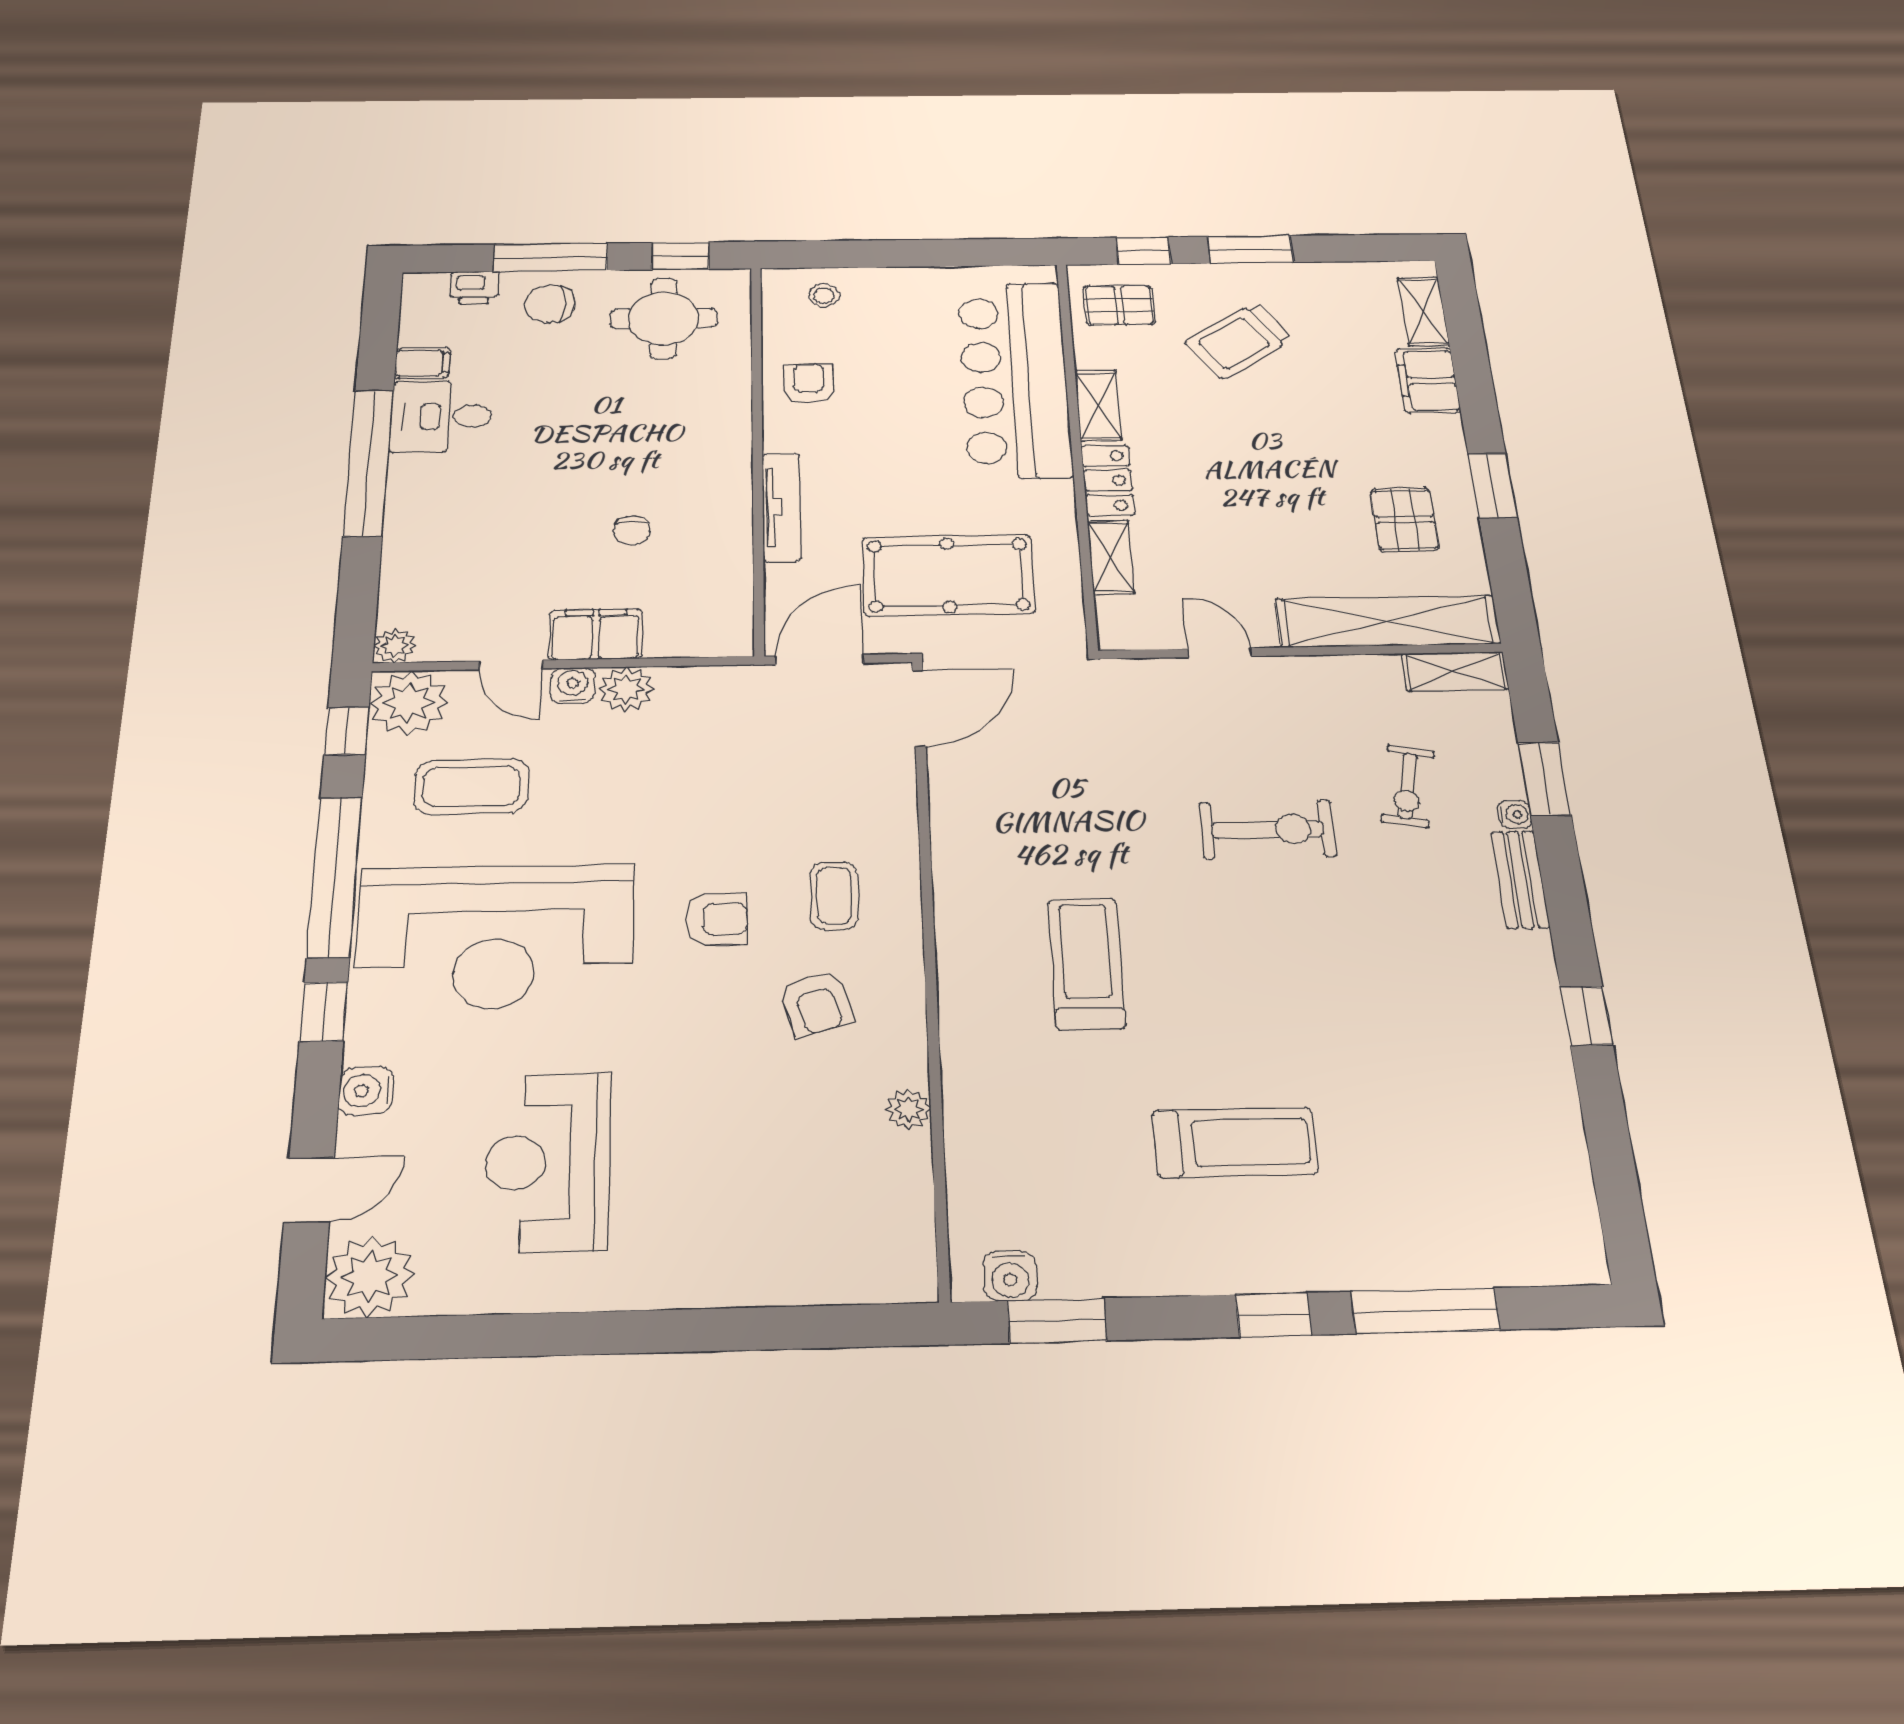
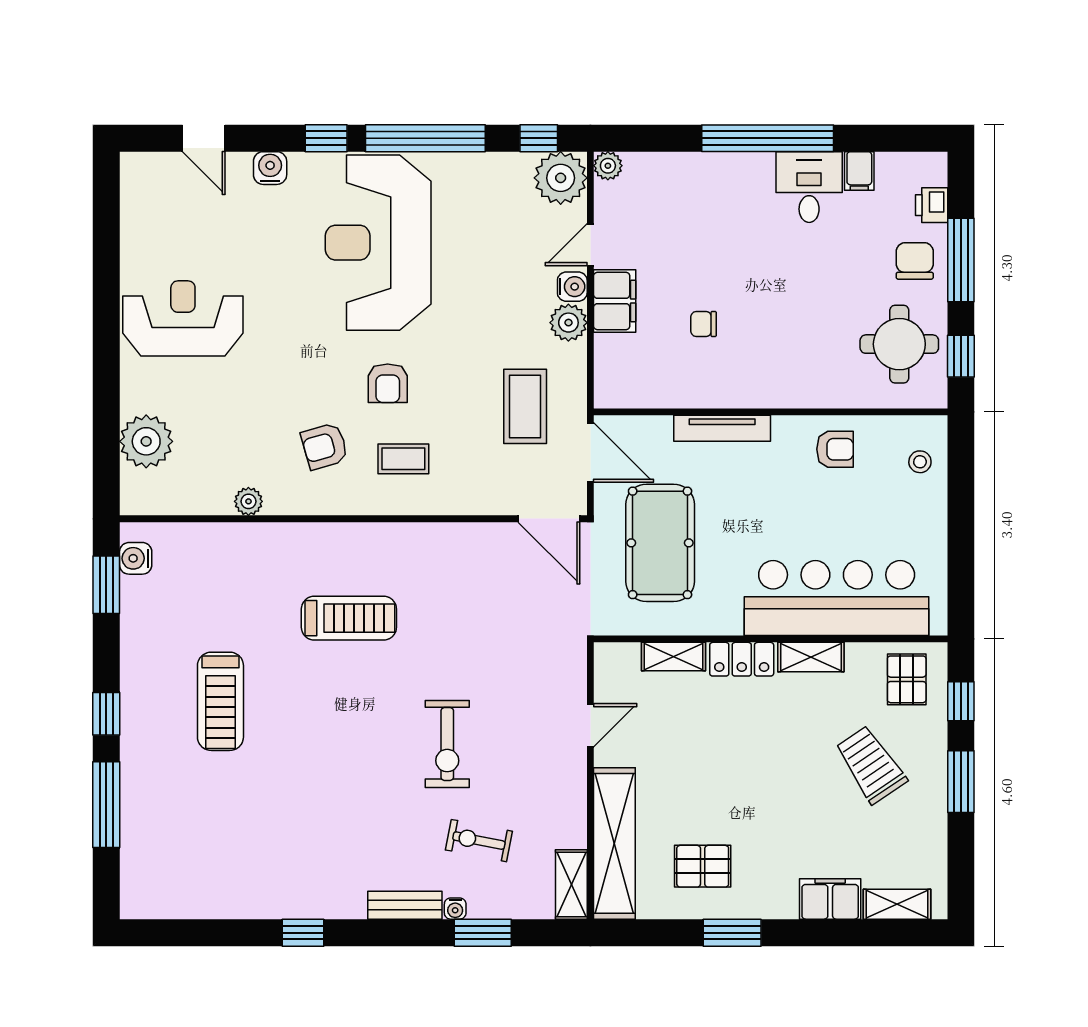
coffee table: (471, 786) -> (525, 406), moved
reception desk: (548, 1162) -> (183, 318), moved
plant: (370, 1276) -> (146, 441), moved

